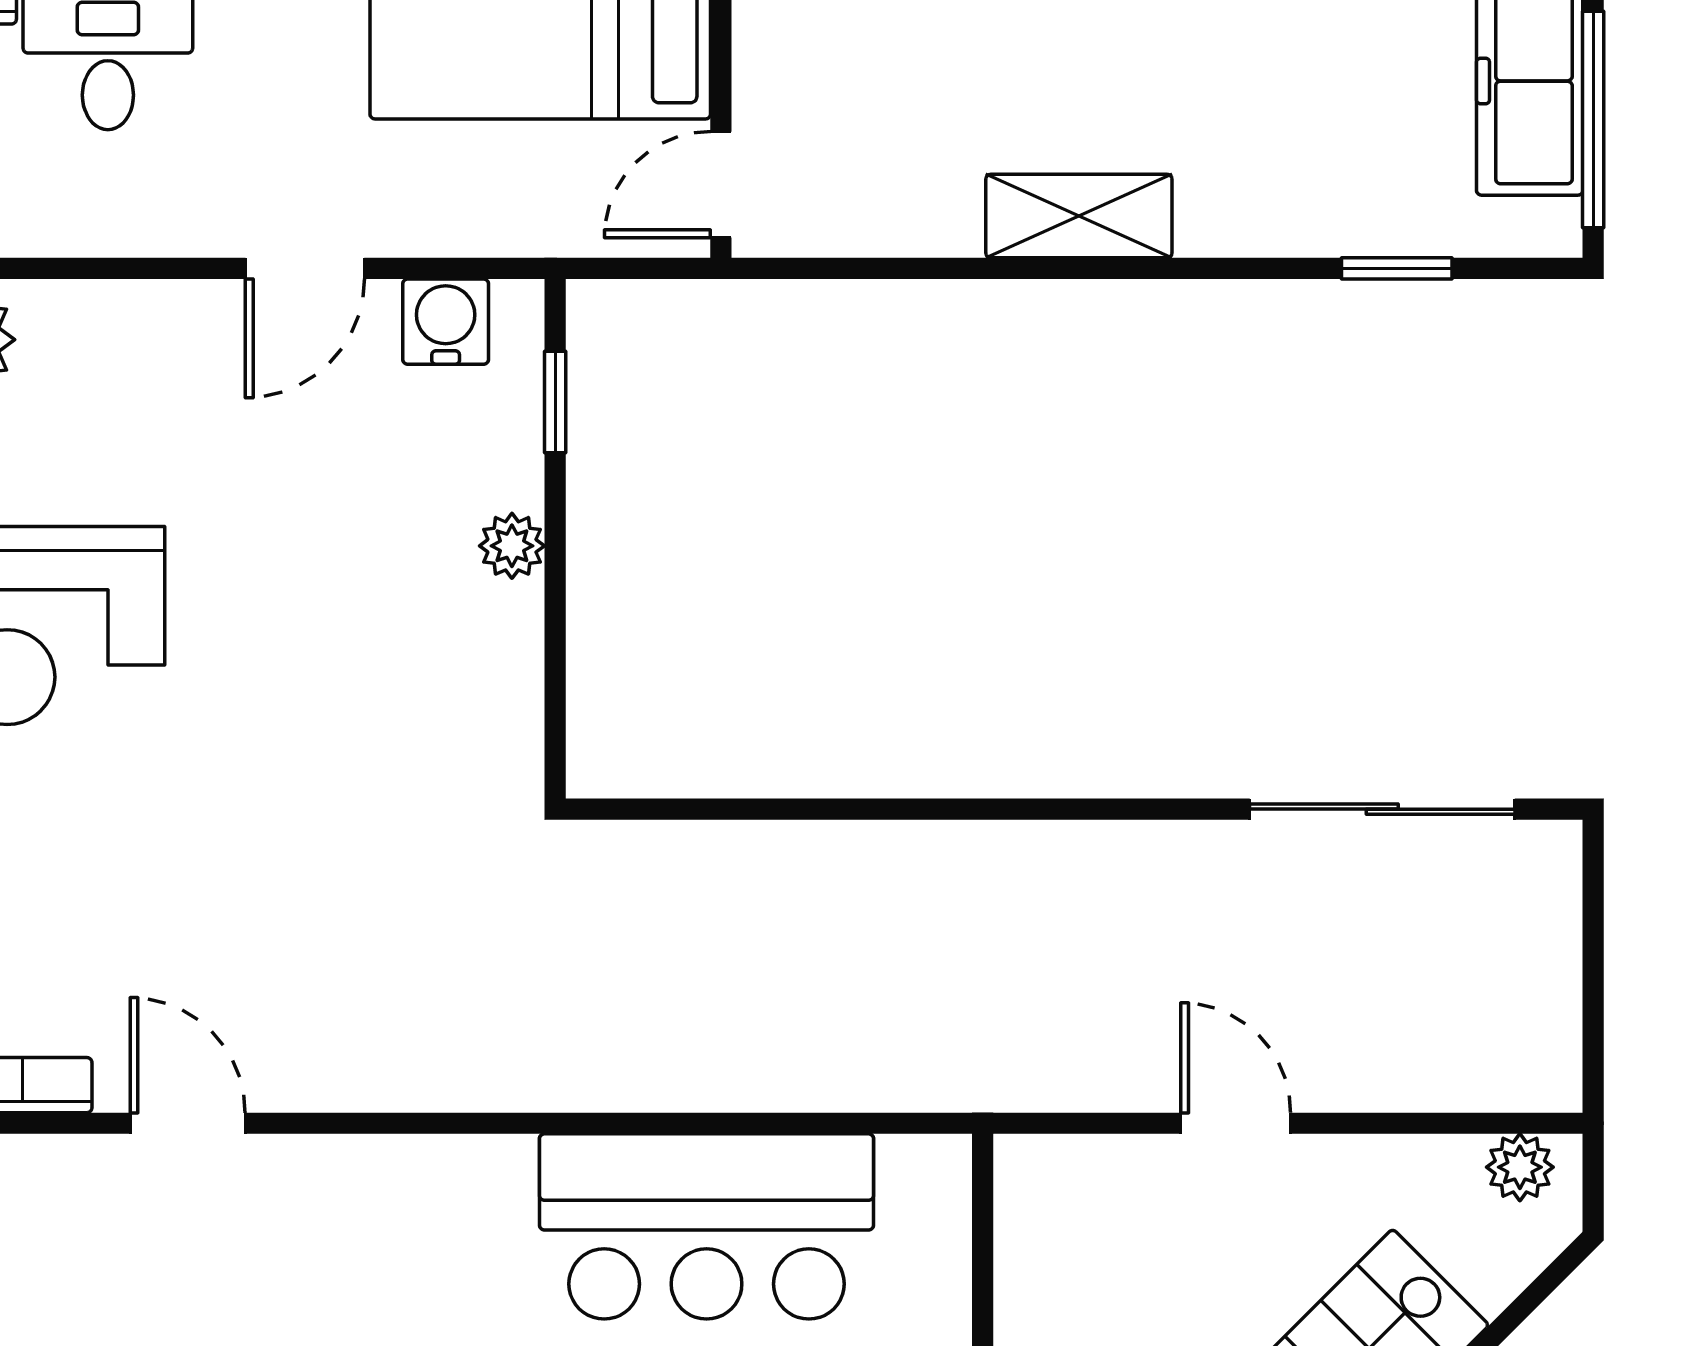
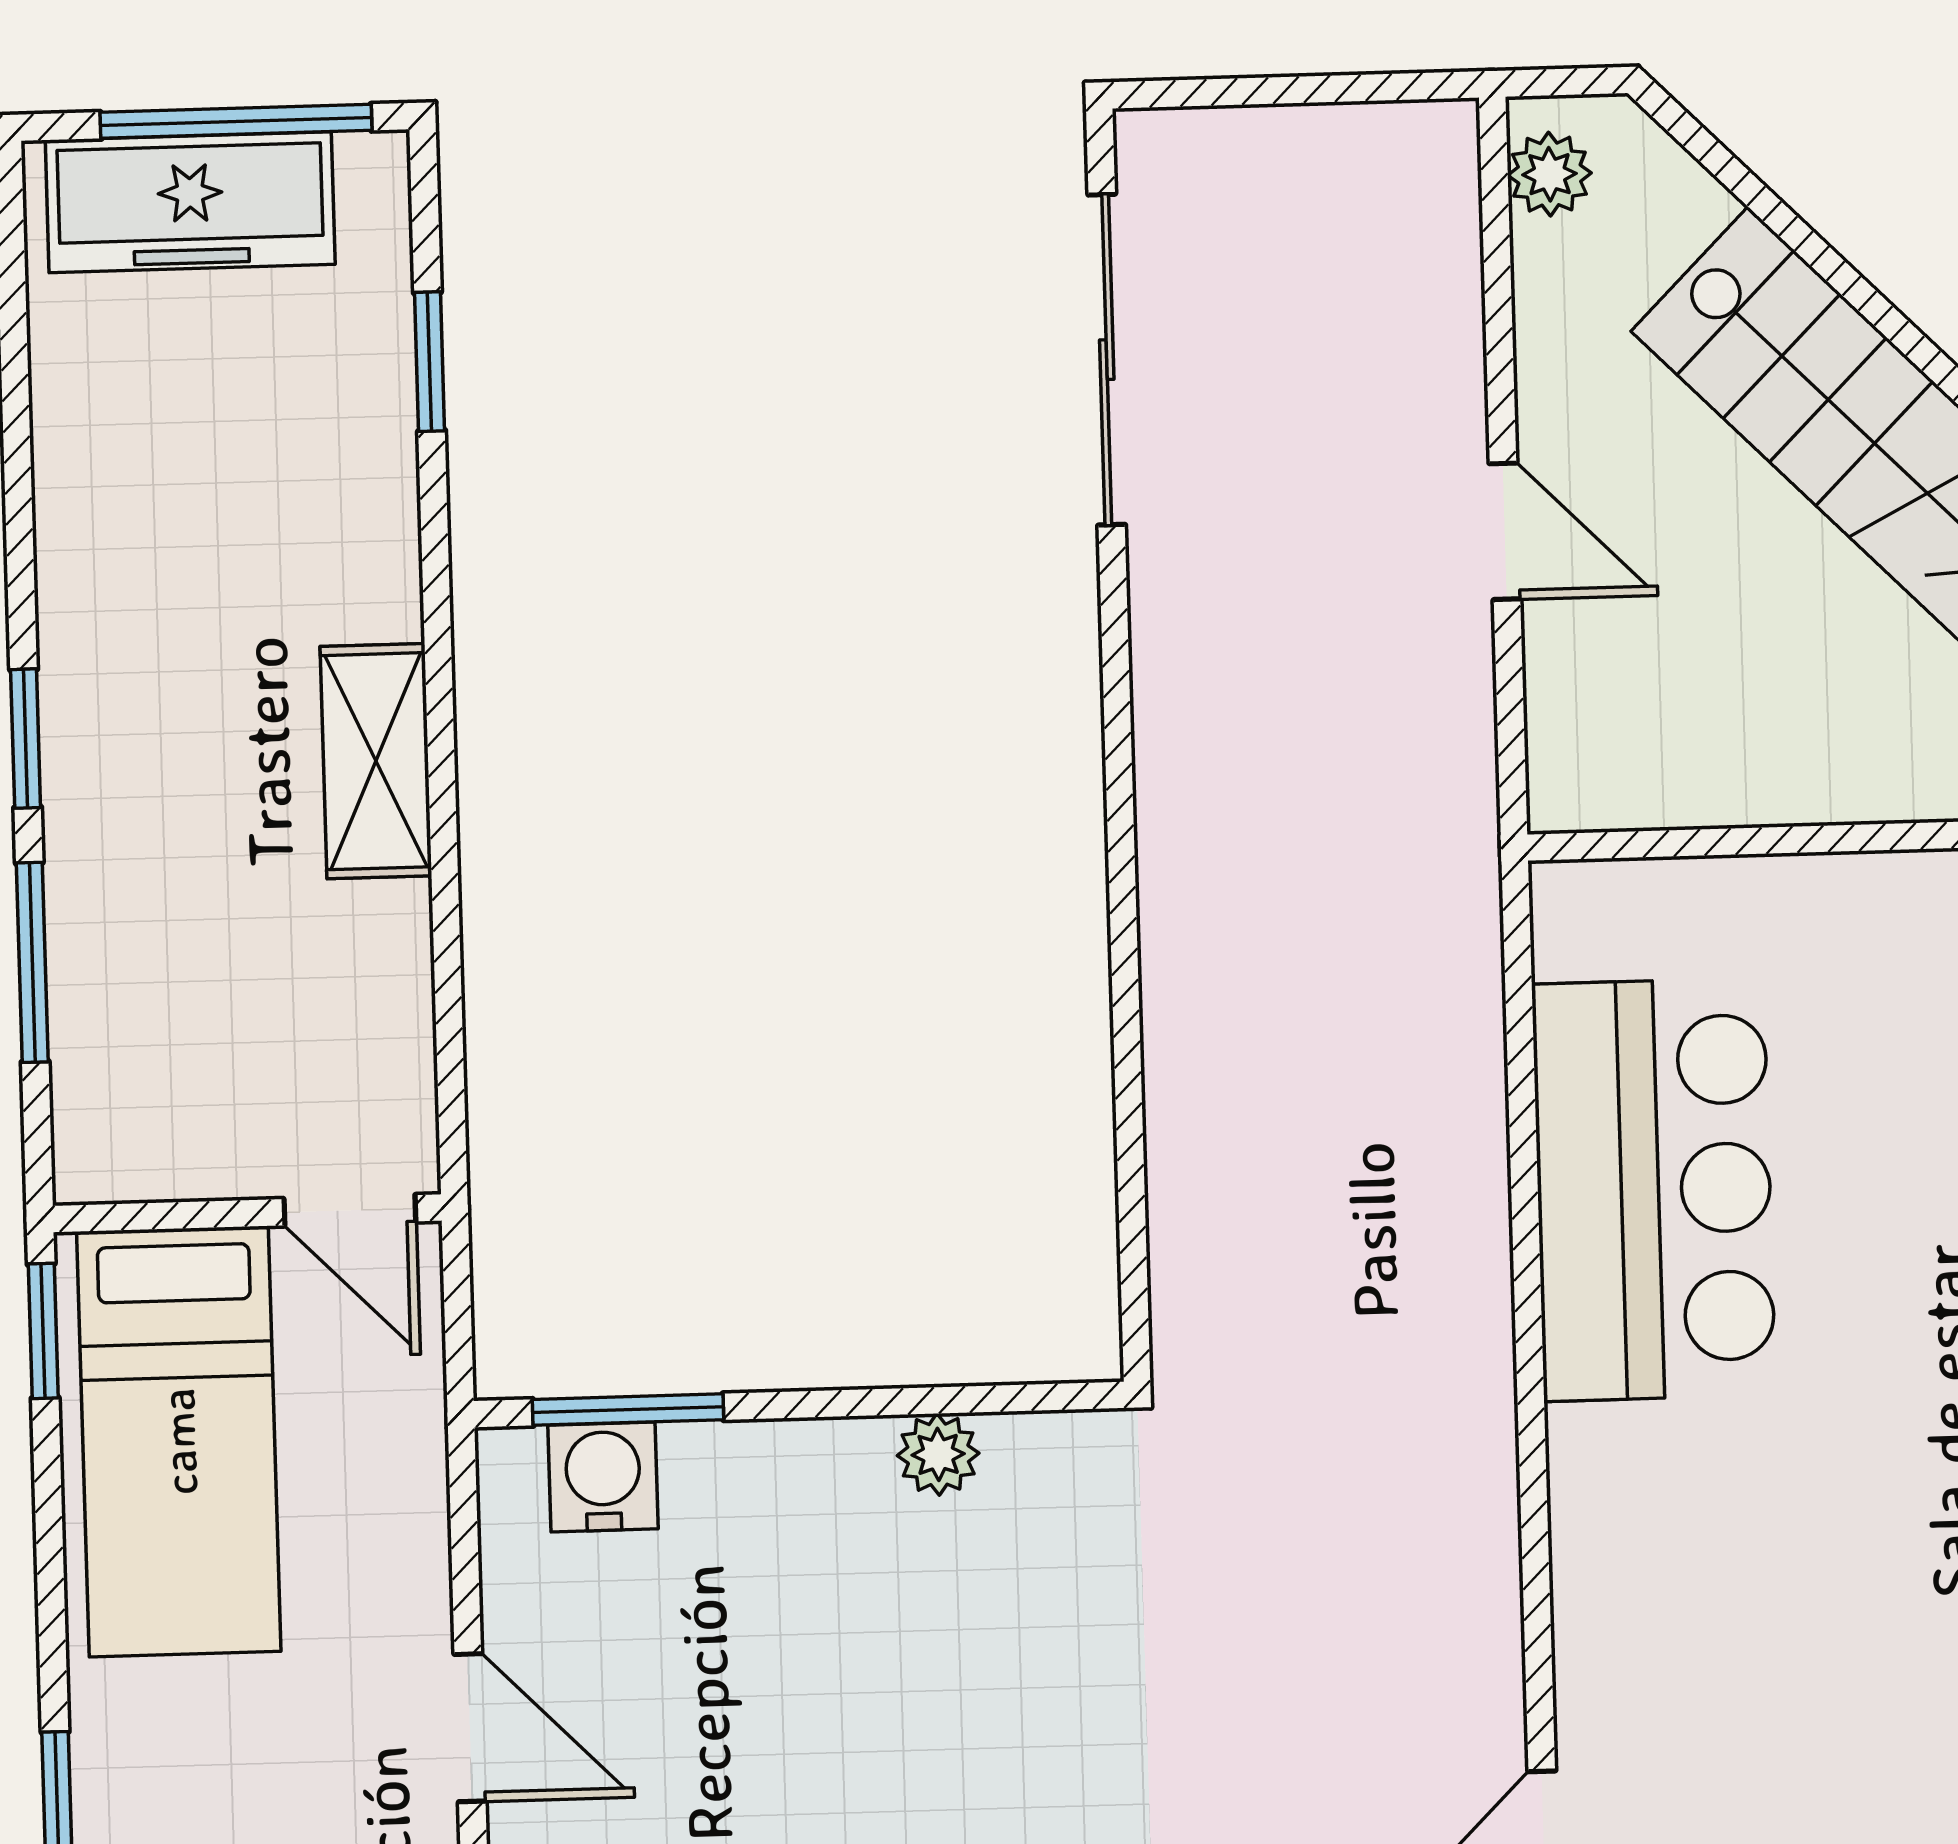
water cooler: (446, 322) -> (603, 1477), moved, turned 90
window: (555, 402) -> (628, 1410), width x1.50
plant: (512, 546) -> (938, 1454), moved
door: (1236, 1123) -> (1505, 531), swing flipped

